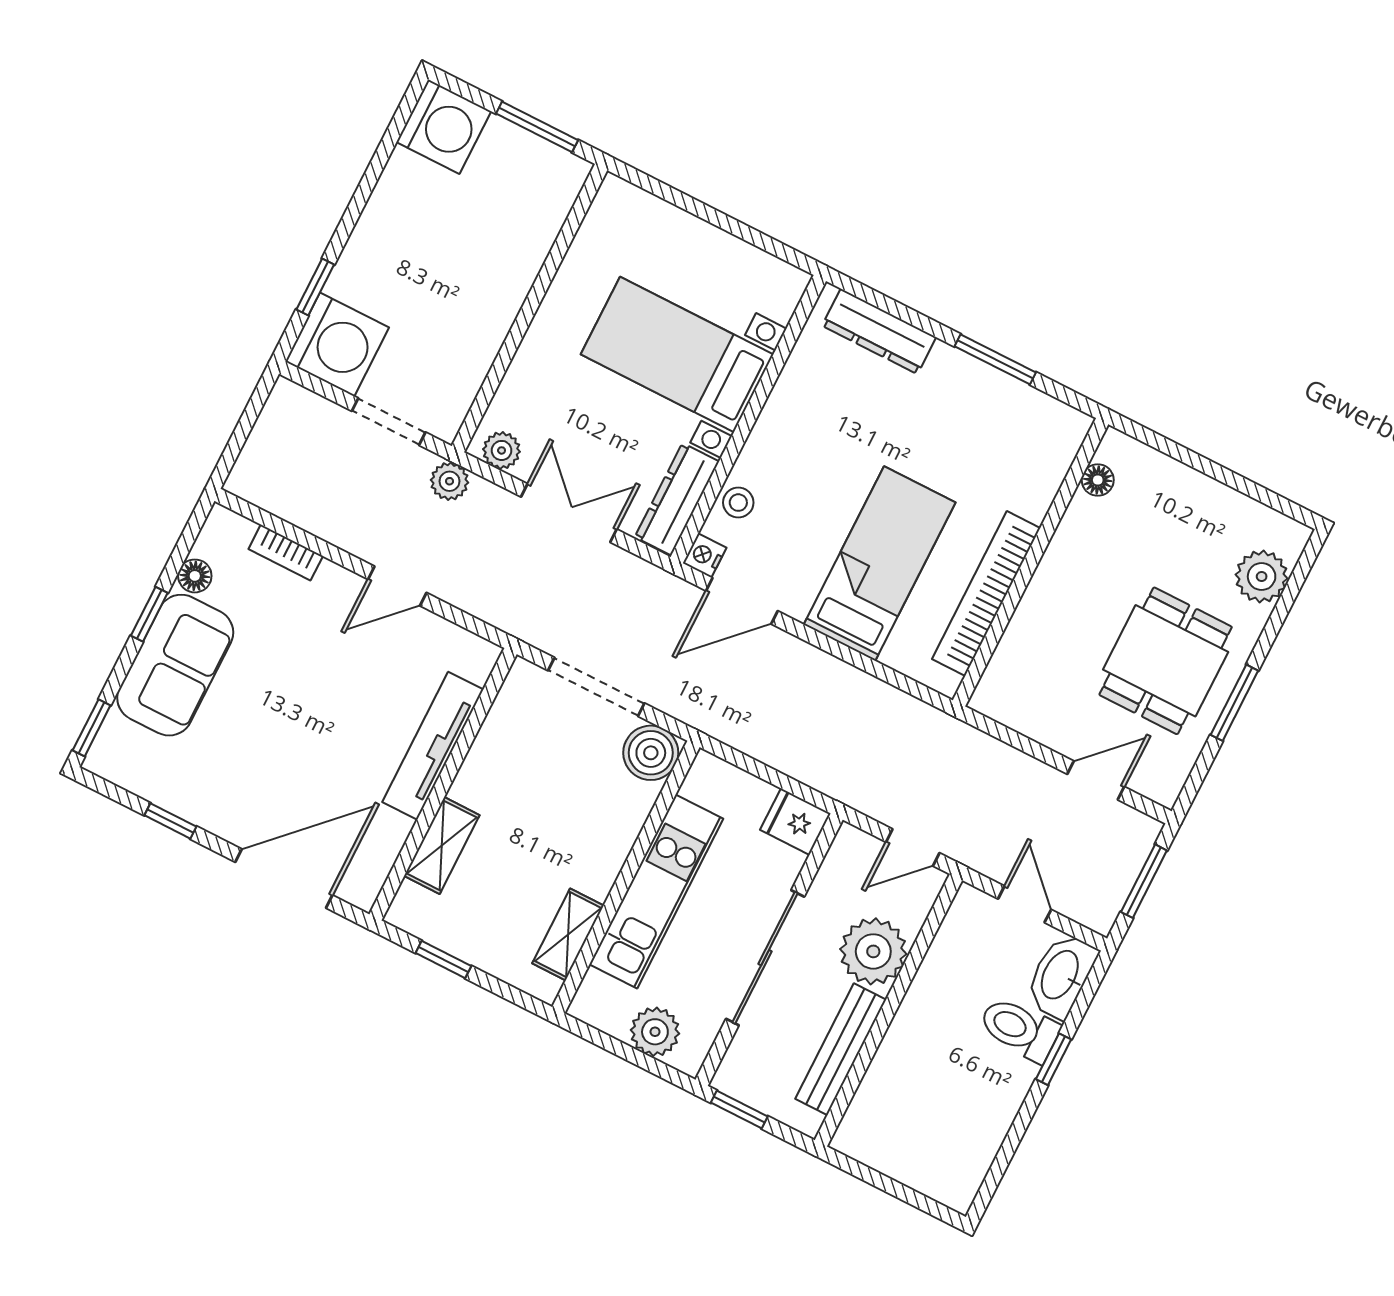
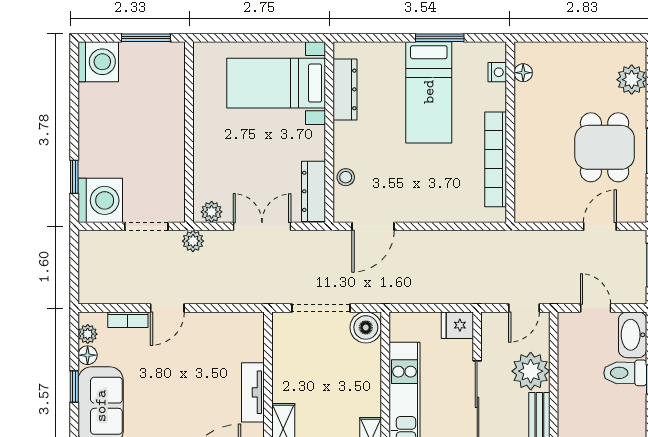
dresser: (879, 331) -> (345, 89), moved, turned -90
bed with nightstands: (677, 354) -> (276, 83), moved
plant: (212, 543) -> (88, 334), added
nightstand: (705, 555) -> (497, 72), moved, turned 180
bed: (880, 563) -> (429, 92), moved, turned 180
door: (397, 586) -> (167, 308), moved
tv unit: (433, 746) -> (253, 392), width x0.71

